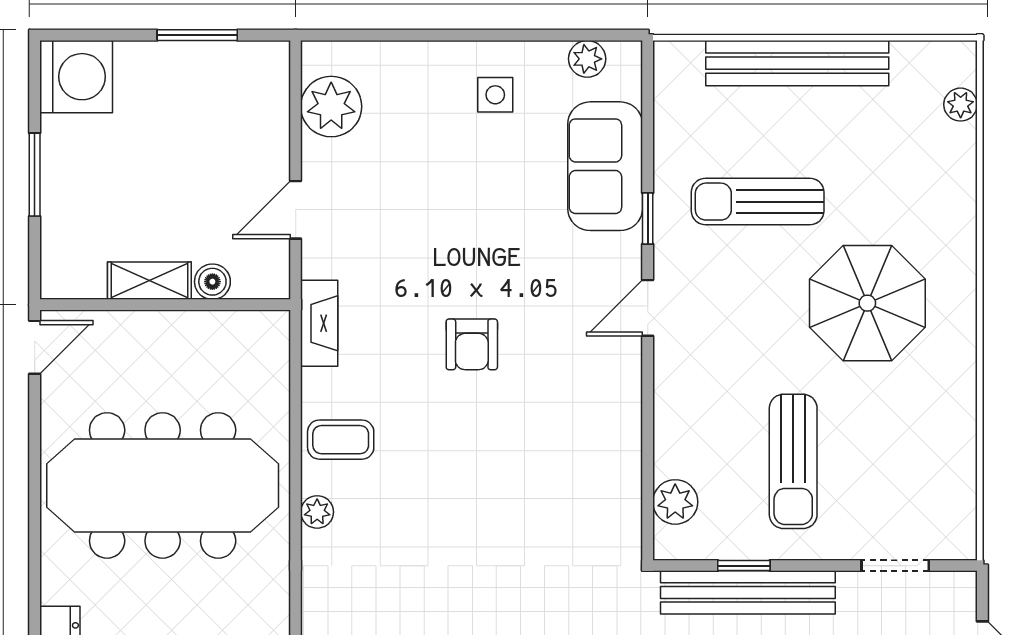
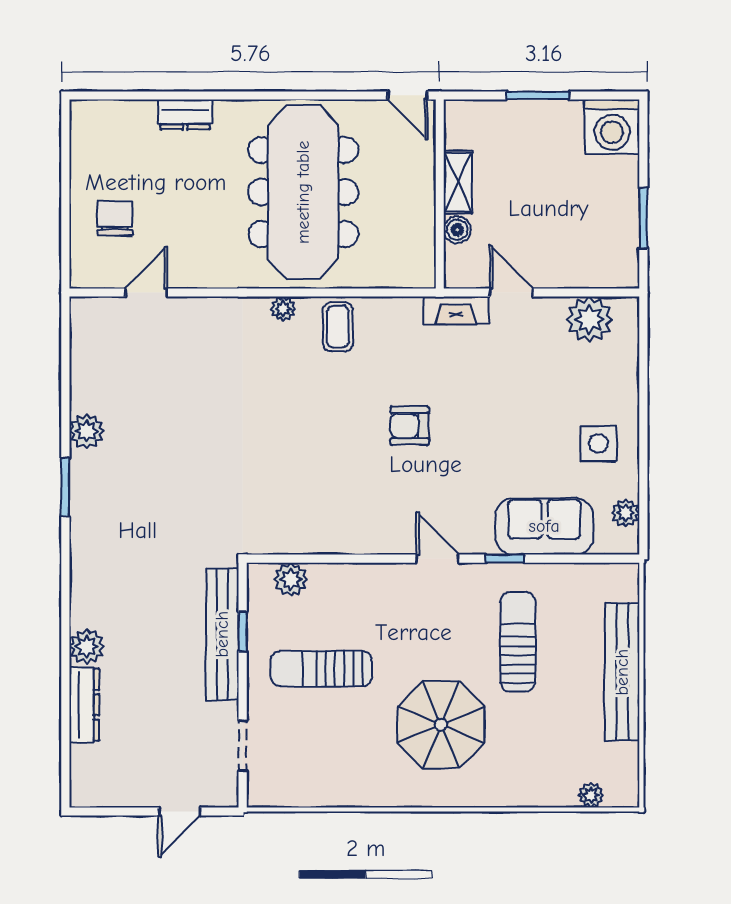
side table: (495, 95) -> (598, 443), width x1.37, depth x1.37
fireplace: (319, 323) -> (456, 310), moved

